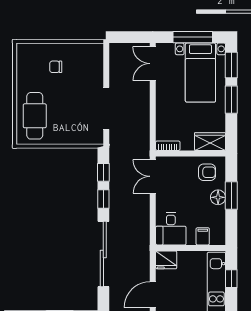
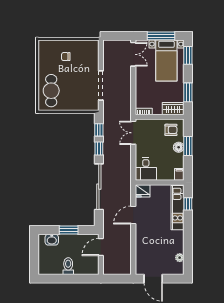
double door: (153, 64) -> (133, 54), swing flipped
window: (231, 100) -> (188, 92), moved
filing cabinet: (203, 236) -> (179, 174), moved

